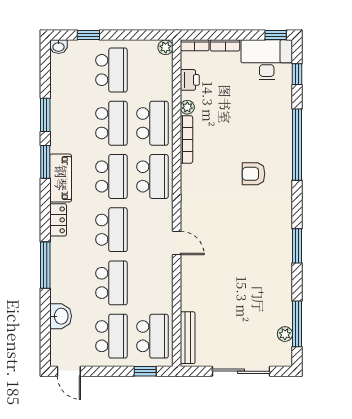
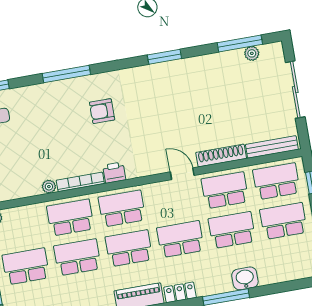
printer: (190, 80) -> (114, 173), moved
window: (297, 145) -> (66, 74), width x0.68
armchair: (254, 174) -> (102, 111), turned 90
door: (177, 243) -> (182, 174), hinge flipped
school desk: (152, 283) -> (225, 190), added
shoe rack: (188, 285) -> (221, 155), added
washbasin: (61, 316) -> (245, 278), moved

